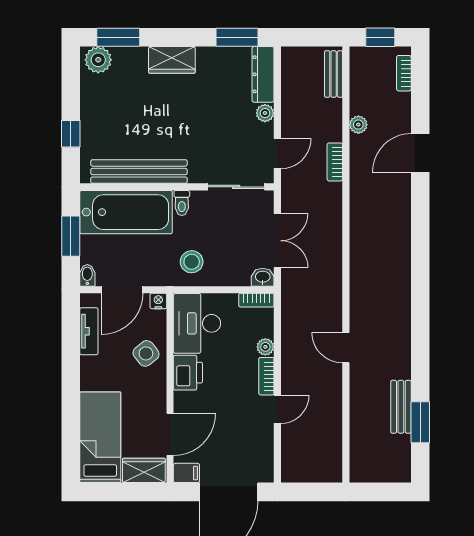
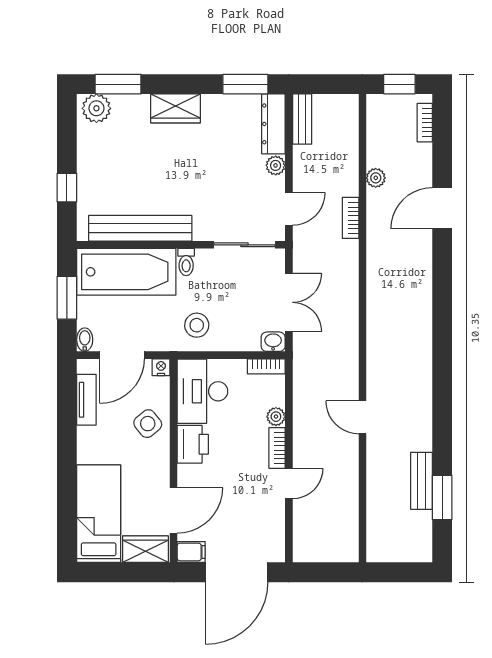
bench: (334, 74) -> (302, 119), moved

